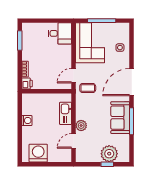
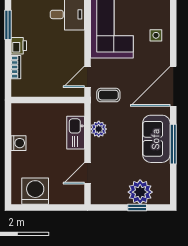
printer: (27, 84) -> (19, 46), moved
plant: (81, 126) -> (99, 129), moved

